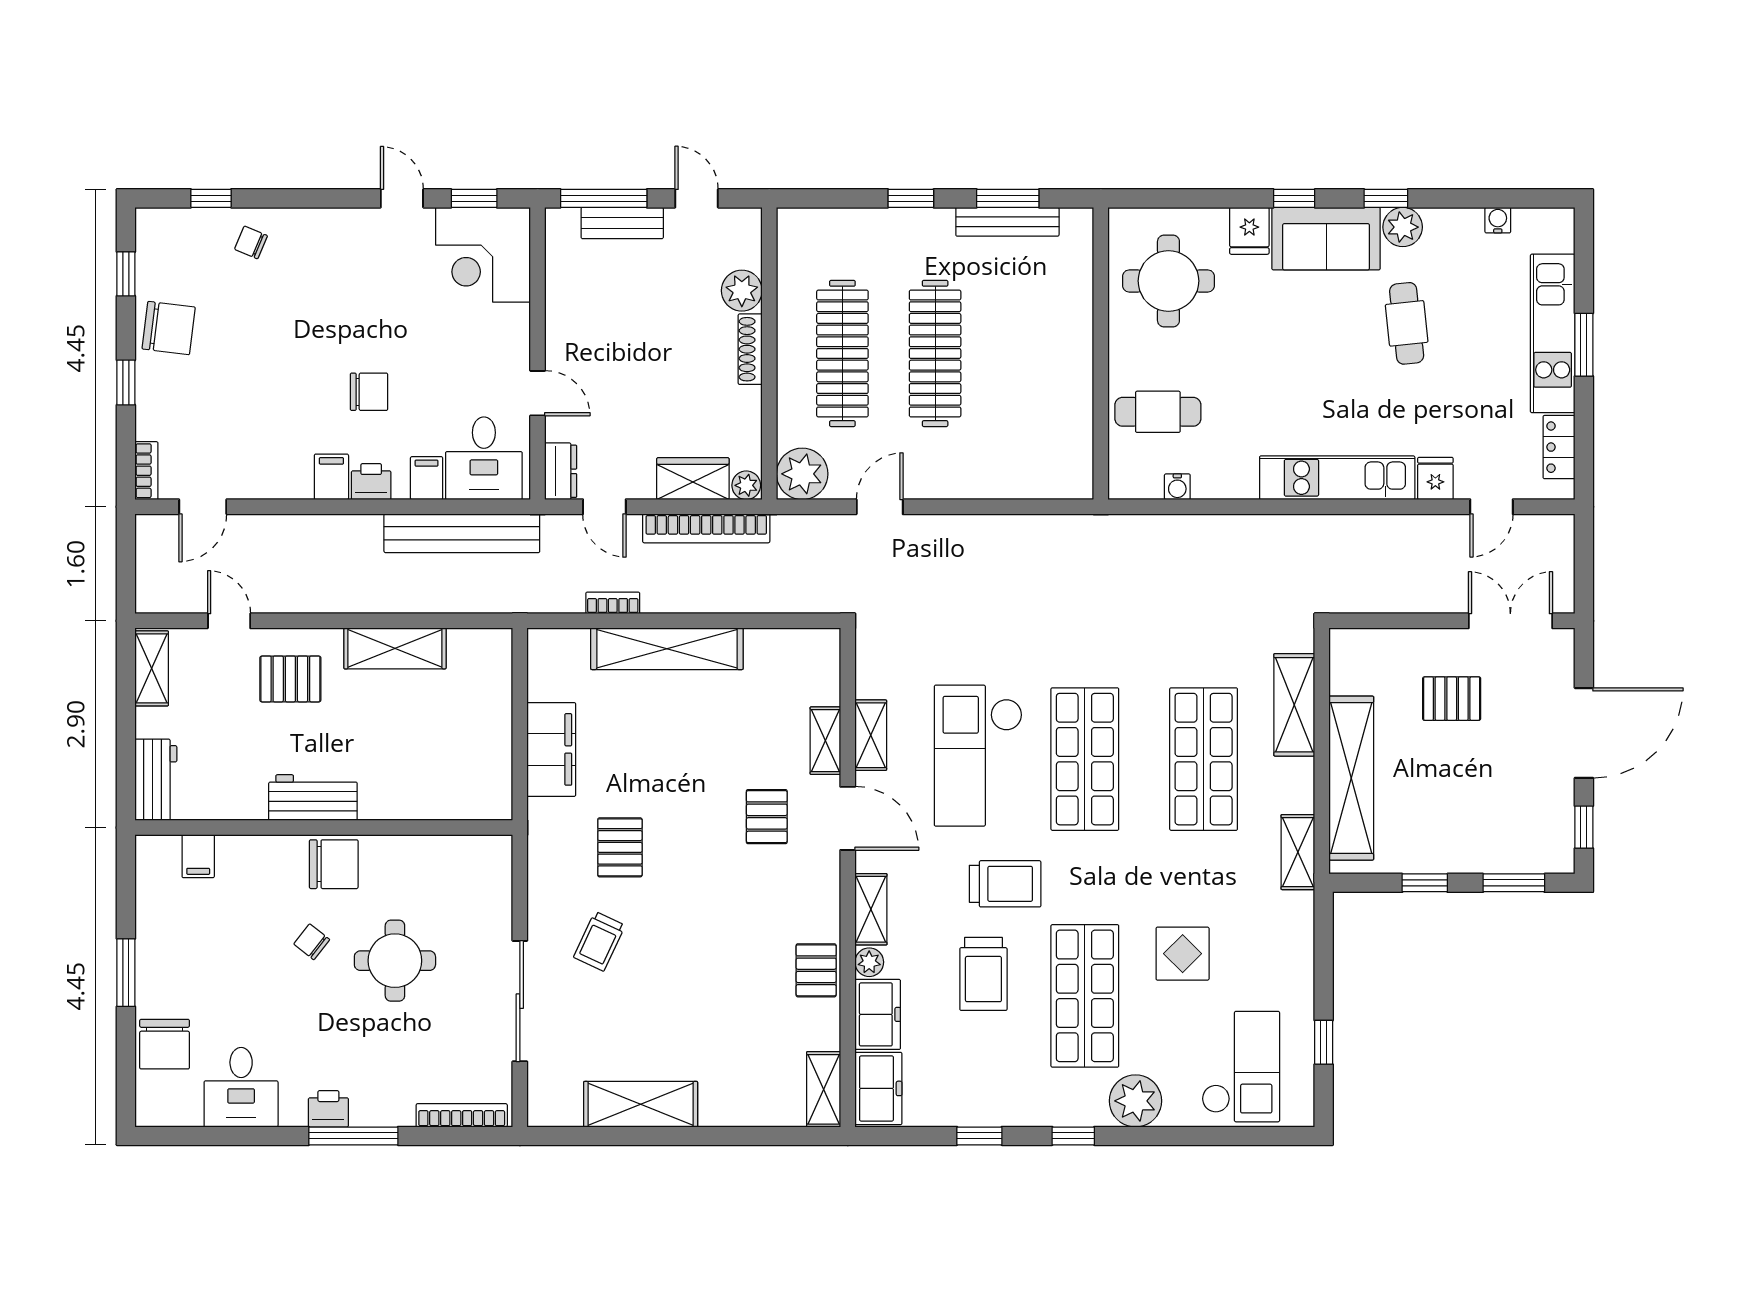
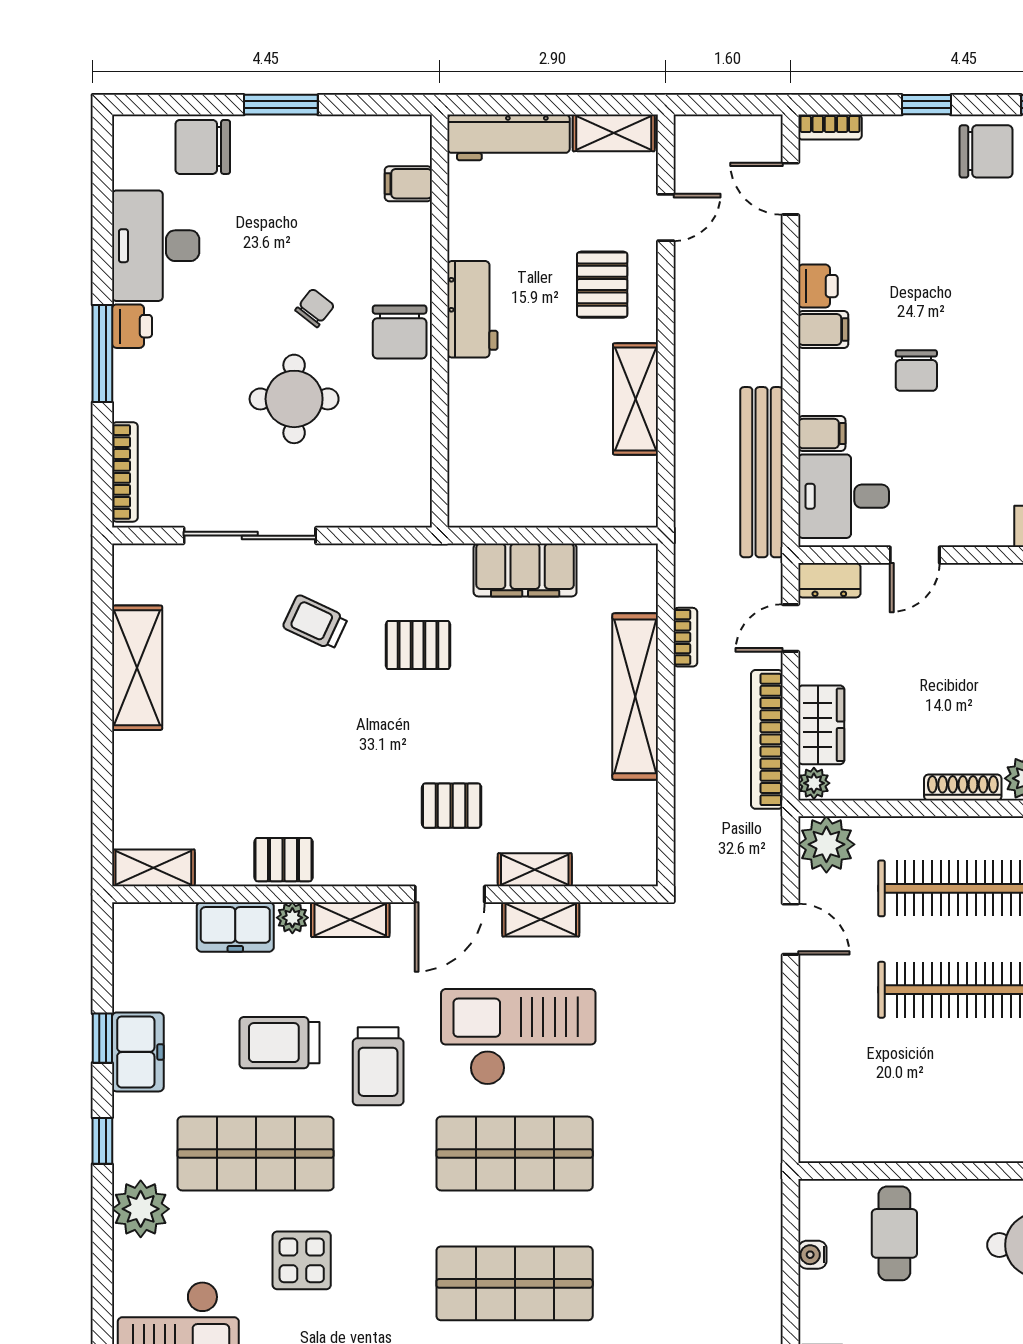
chair: (169, 328) -> (986, 151), turned -97
printer: (371, 482) -> (818, 286), moved
workbench: (156, 780) -> (509, 137), width x1.38
desk: (241, 1087) -> (156, 246), width x1.37
freezer: (878, 1088) -> (138, 1052), moved, turned -90

